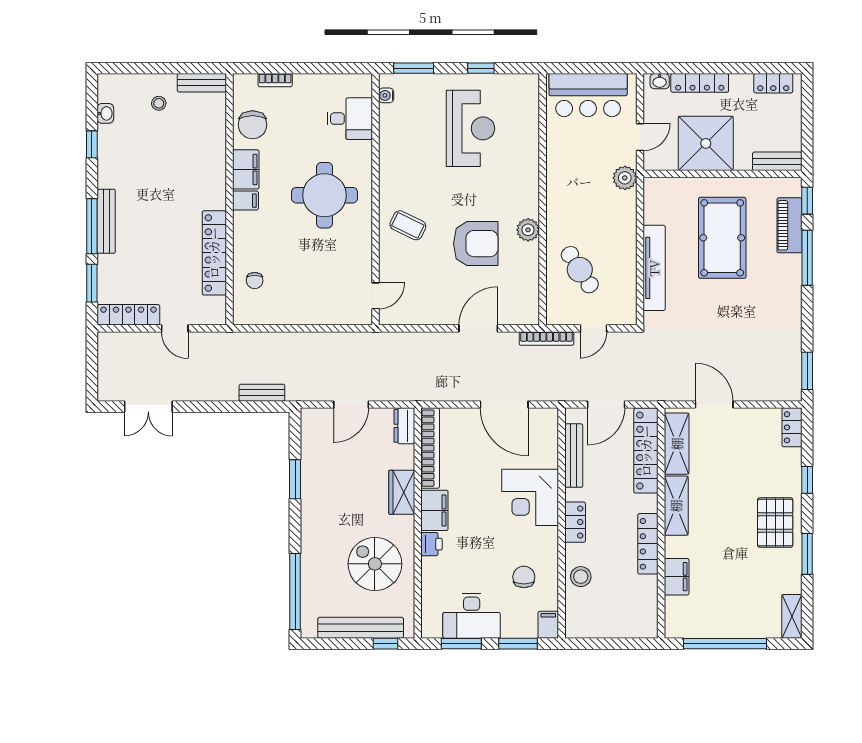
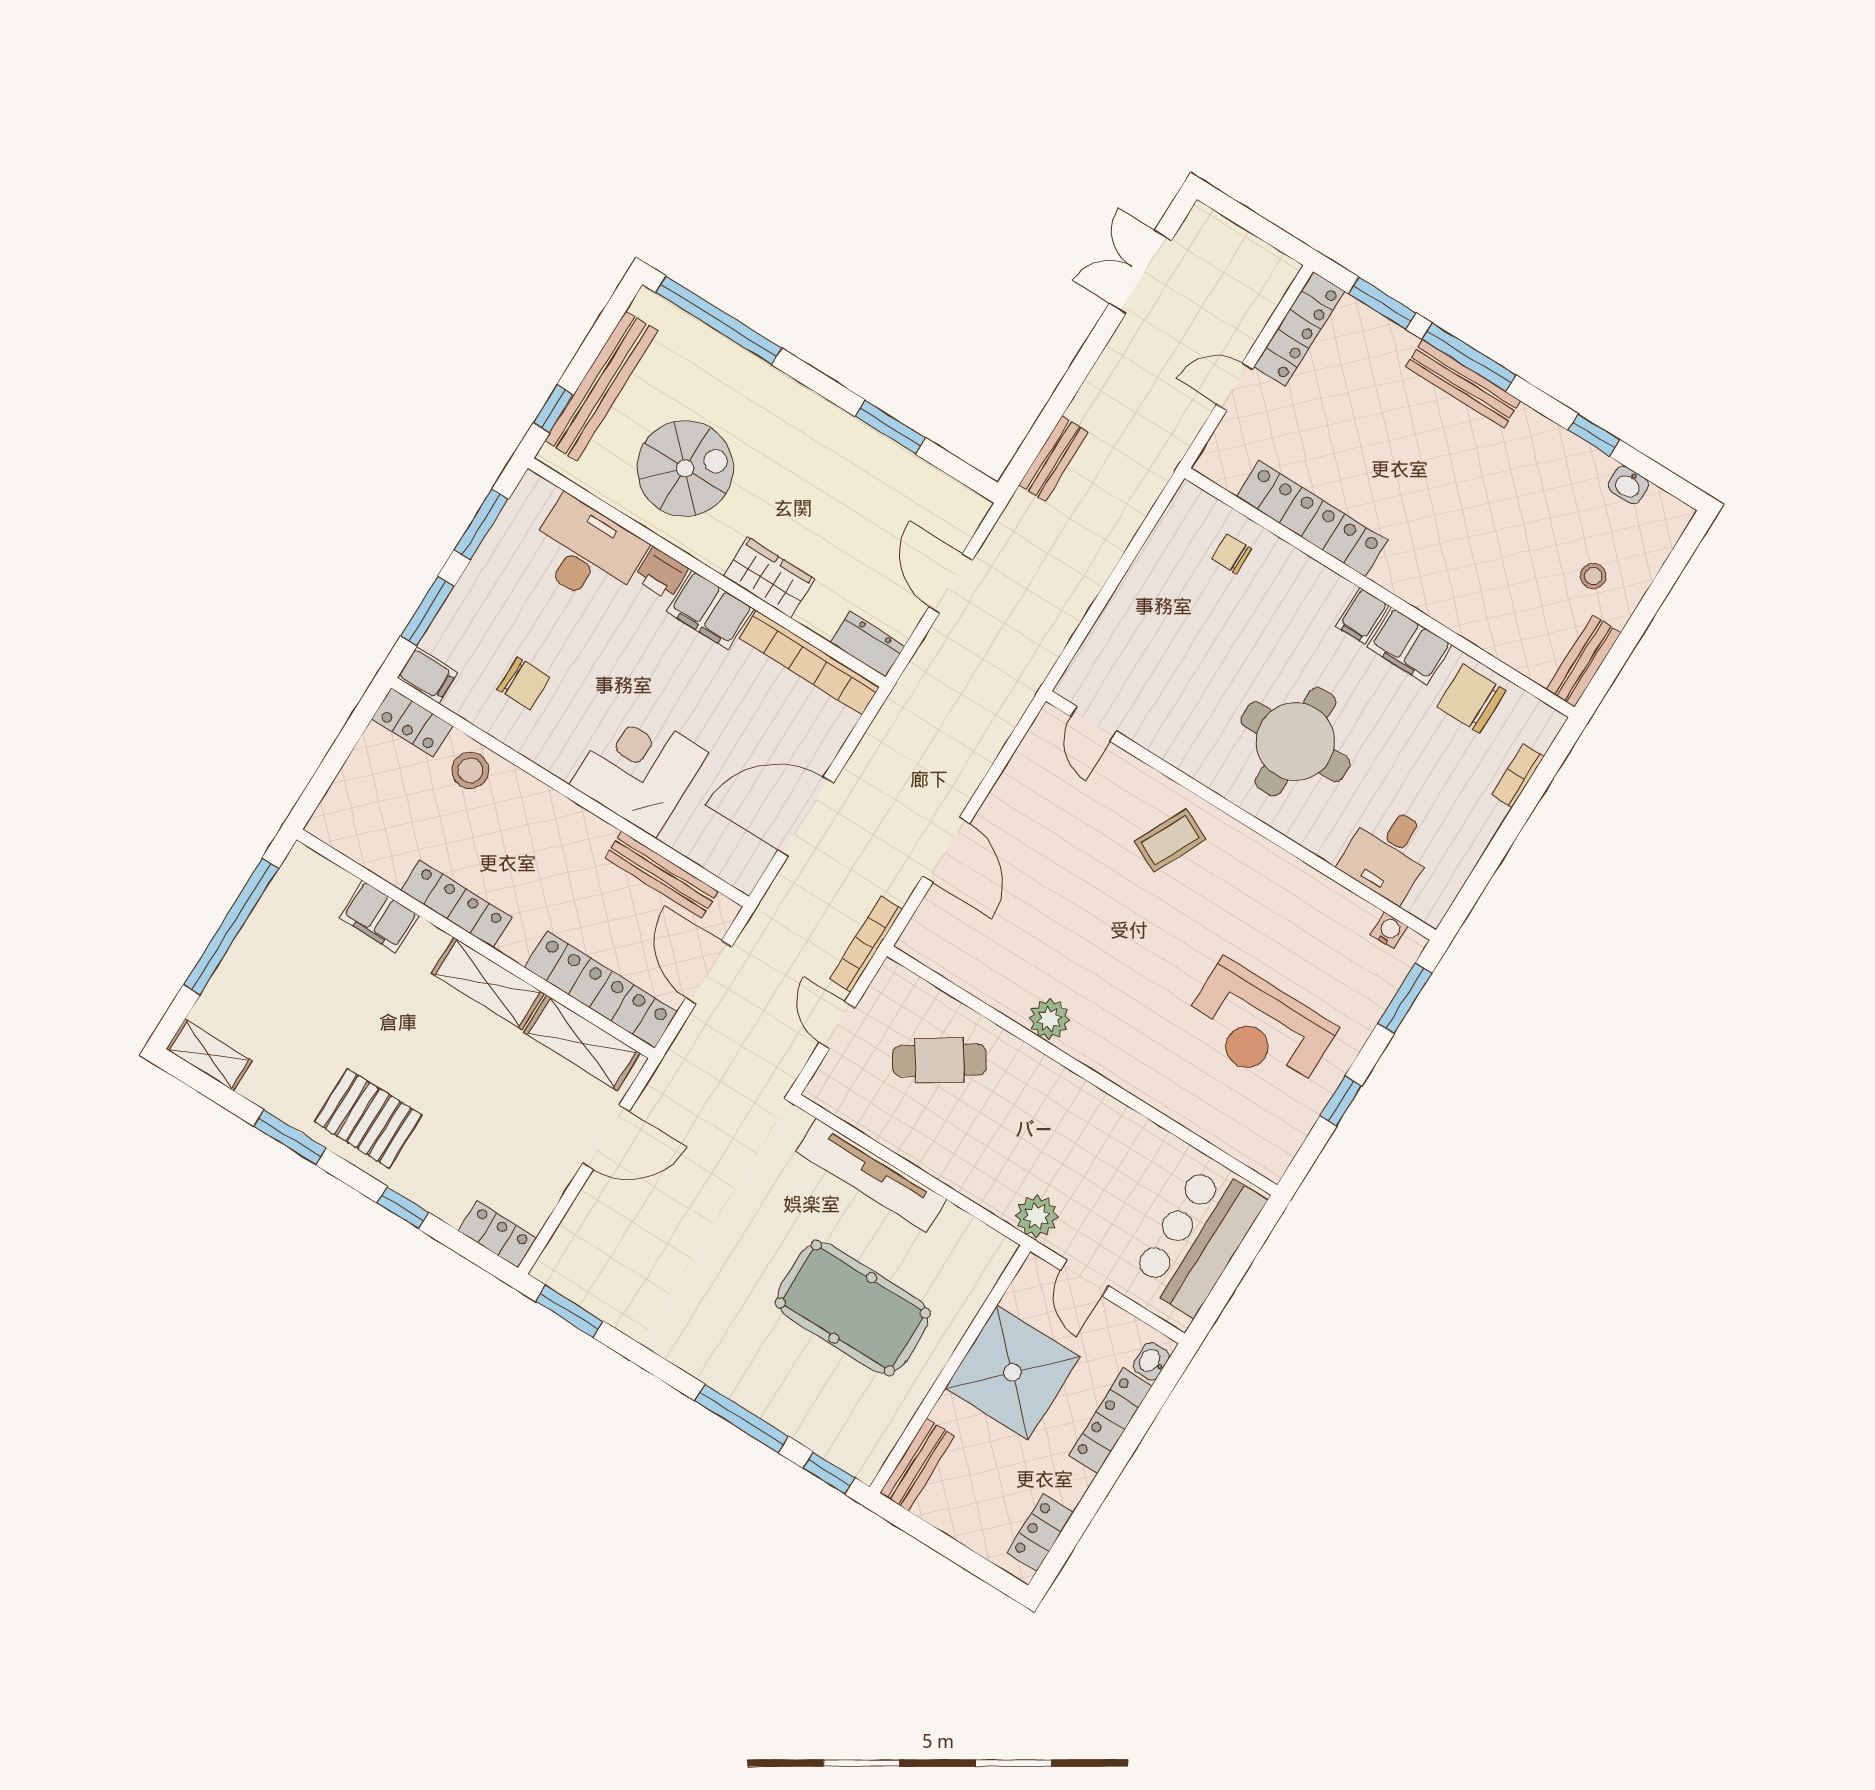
piano: (789, 225) -> (808, 1422), removed
armchair: (476, 244) -> (1078, 926), removed
locker: (575, 522) -> (412, 722), moved
desk: (472, 616) -> (586, 552), moved, turned 90

